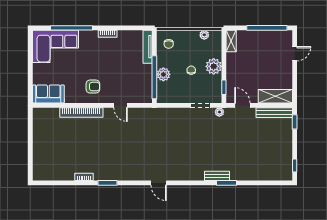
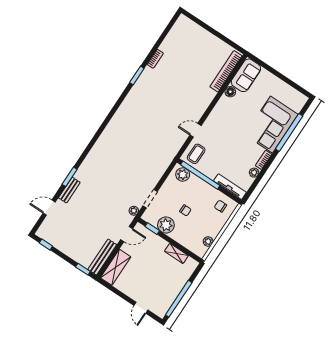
plant: (123, 35) -> (254, 173), added
shelving: (231, 41) -> (176, 253), moved
corner sofa: (55, 46) -> (271, 125), moved
plant: (214, 66) -> (166, 225), moved
plant: (163, 74) -> (183, 175), moved
armchair: (93, 87) -> (227, 117), removed
coffee table: (139, 92) -> (196, 154), added
floor lamp: (70, 98) -> (230, 92), added
bookcase: (81, 112) -> (226, 71), moved
bench: (217, 176) -> (69, 190), moved
door: (159, 183) -> (49, 208), moved

